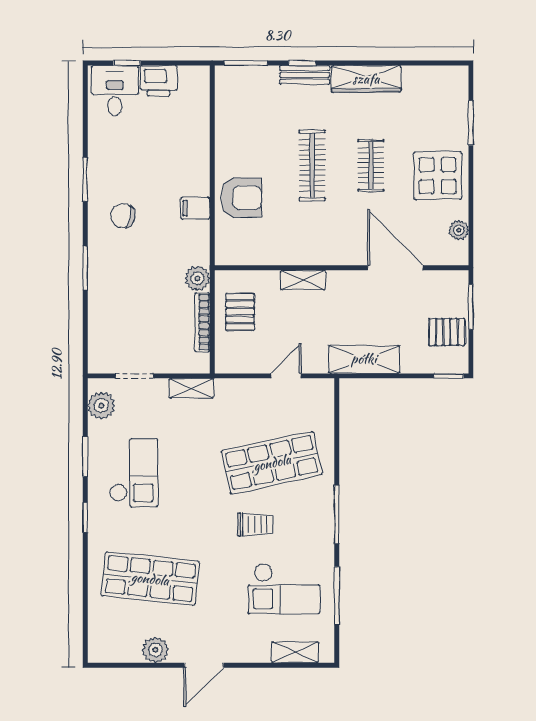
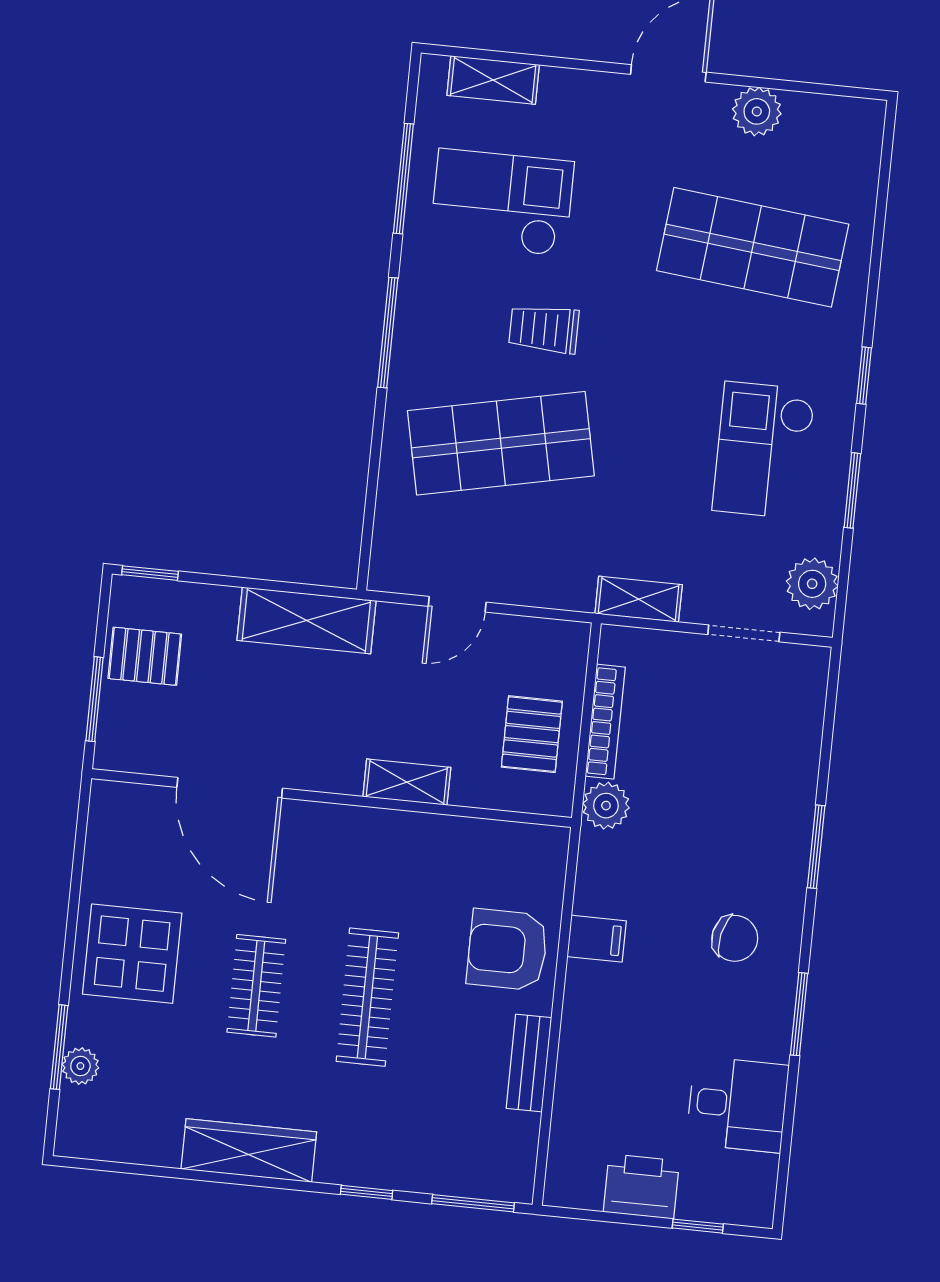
bench: (305, 75) -> (529, 1063), moved, turned 90
desk: (115, 91) -> (738, 1104), moved, turned -90
plant: (459, 230) -> (80, 1066), moved

